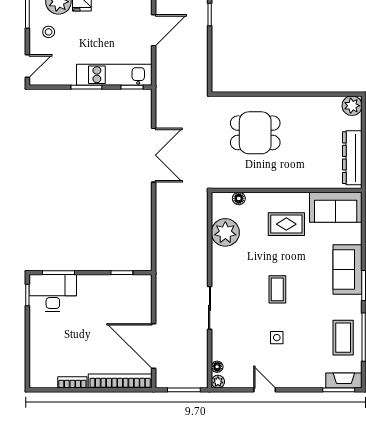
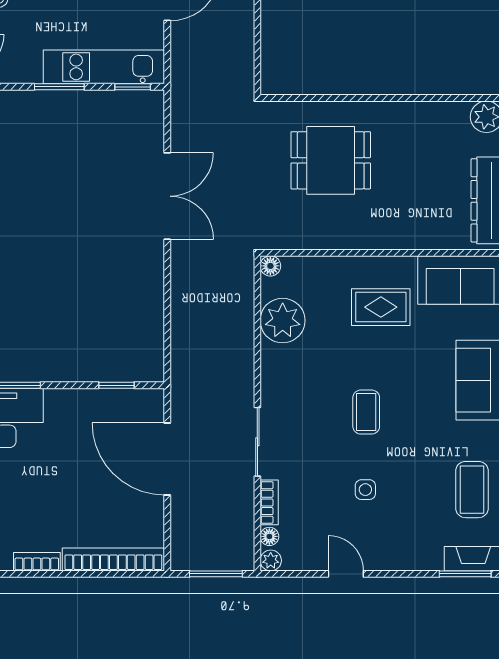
floor lamp: (239, 198) -> (270, 266), moved
door: (154, 346) -> (167, 459), moved
bookcase: (217, 346) -> (269, 502), added

